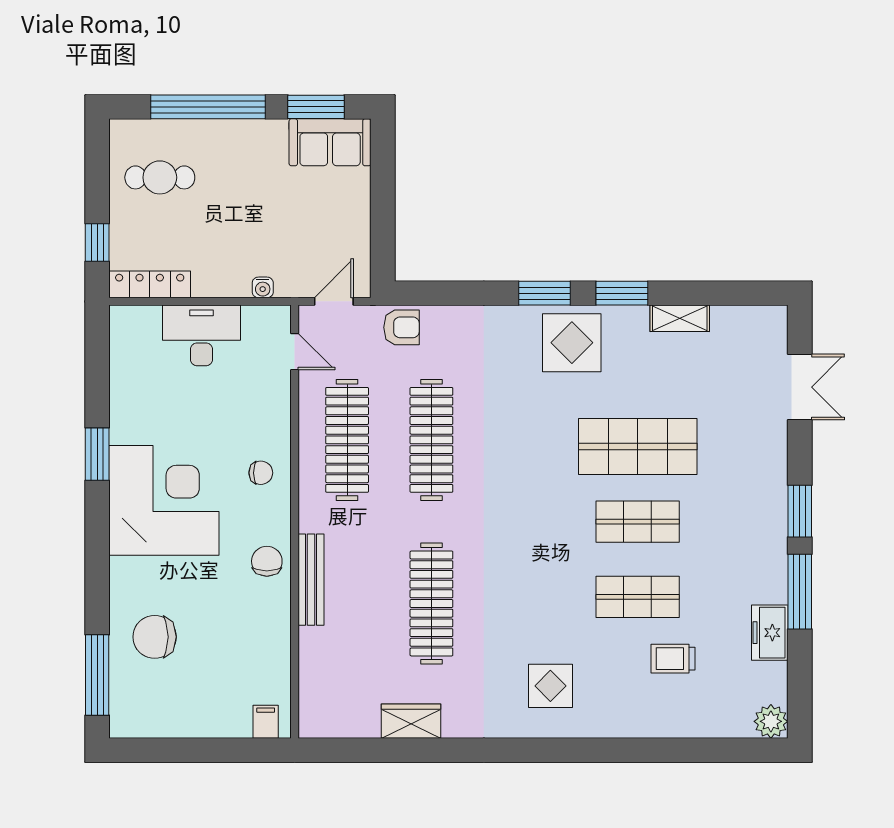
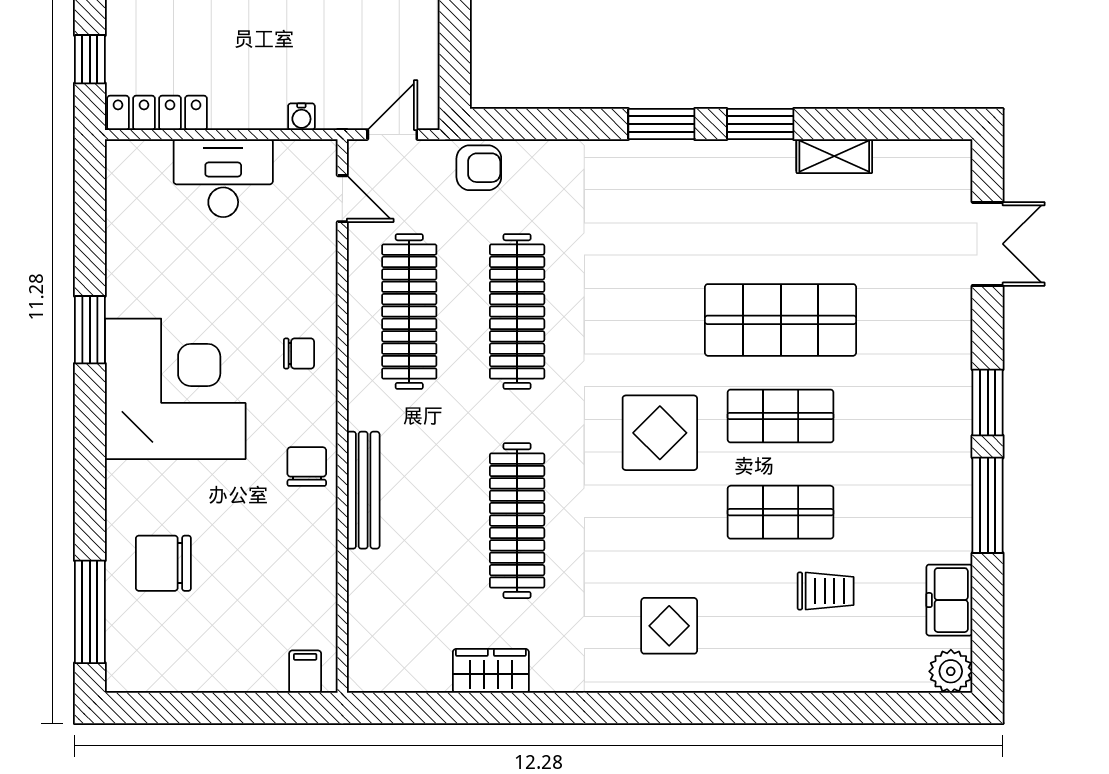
display table: (572, 343) -> (660, 433), moved
freezer: (770, 633) -> (949, 600), moved
trolley: (673, 659) -> (826, 591), turned 180

